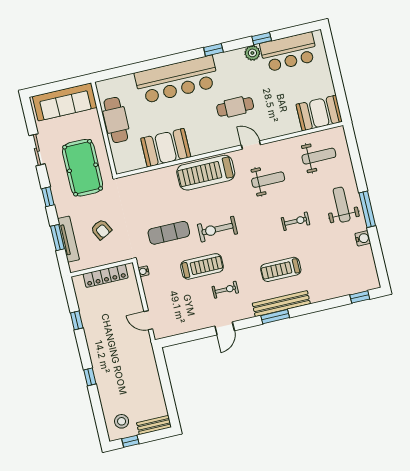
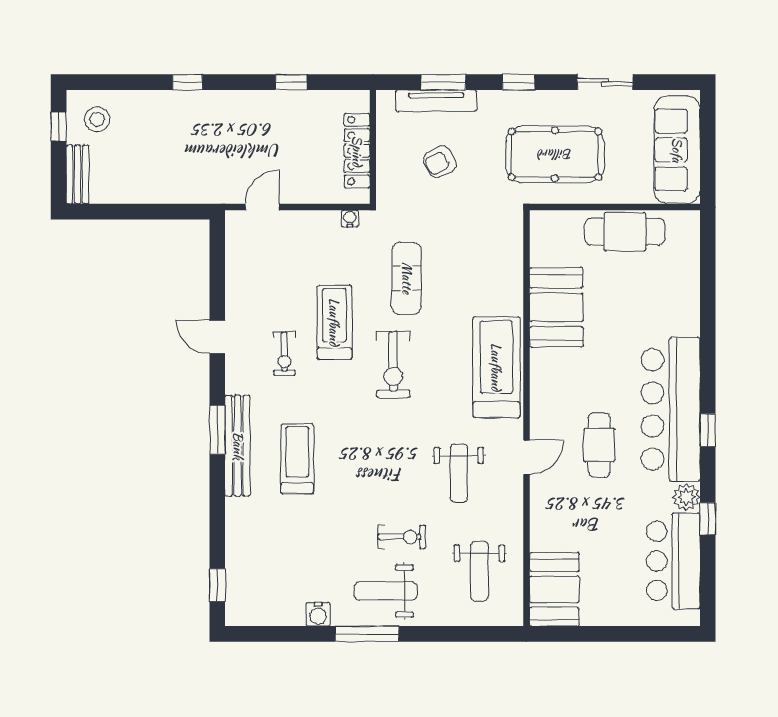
bar counter: (177, 80) -> (671, 409), moved
weight bench: (342, 205) -> (386, 591), turned 180
exercise bike: (295, 221) -> (402, 537), moved, turned -90
exercise bike: (217, 229) -> (393, 365), turned 180
treadmill: (202, 266) -> (334, 322), turned 180

